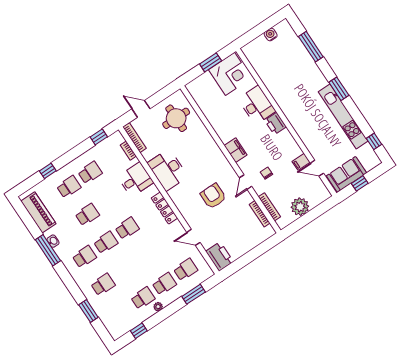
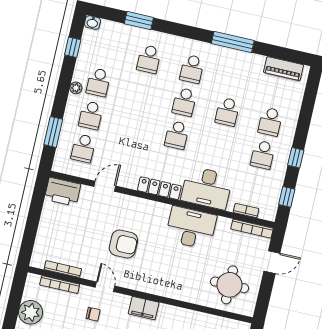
window: (48, 171) -> (296, 158), moved
desk: (136, 180) -> (207, 188), width x1.37
piano: (38, 212) -> (283, 69), width x0.73, depth x0.75
washbasin: (53, 241) -> (92, 23), moved

